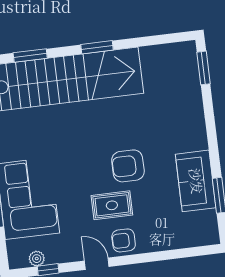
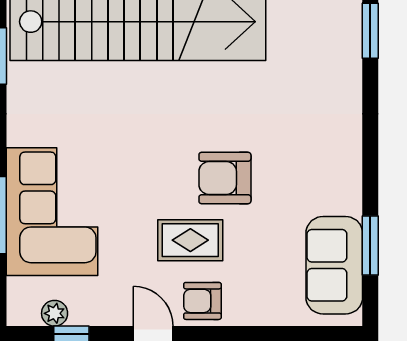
sofa: (196, 181) -> (334, 265), moved

